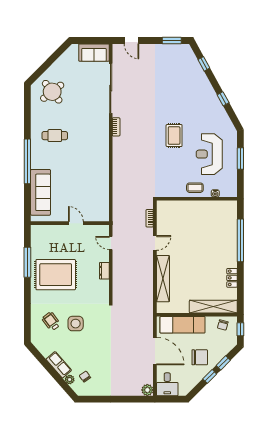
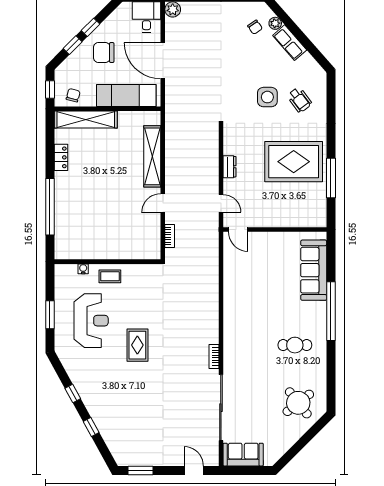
window: (204, 64) -> (91, 427), moved
door: (76, 223) -> (238, 230), moved

